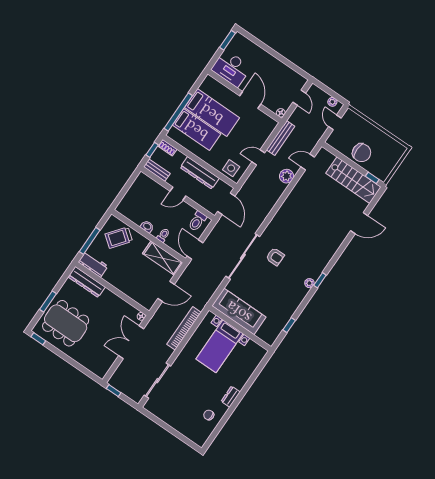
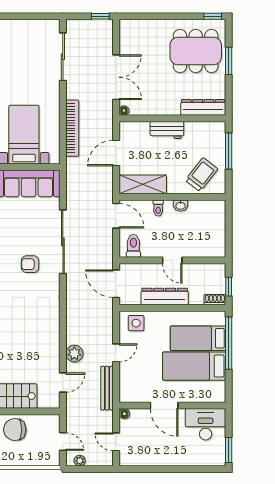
bench: (157, 170) -> (210, 269), removed
door: (178, 194) -> (172, 260), swing flipped
workbench: (93, 264) -> (167, 130), moved

